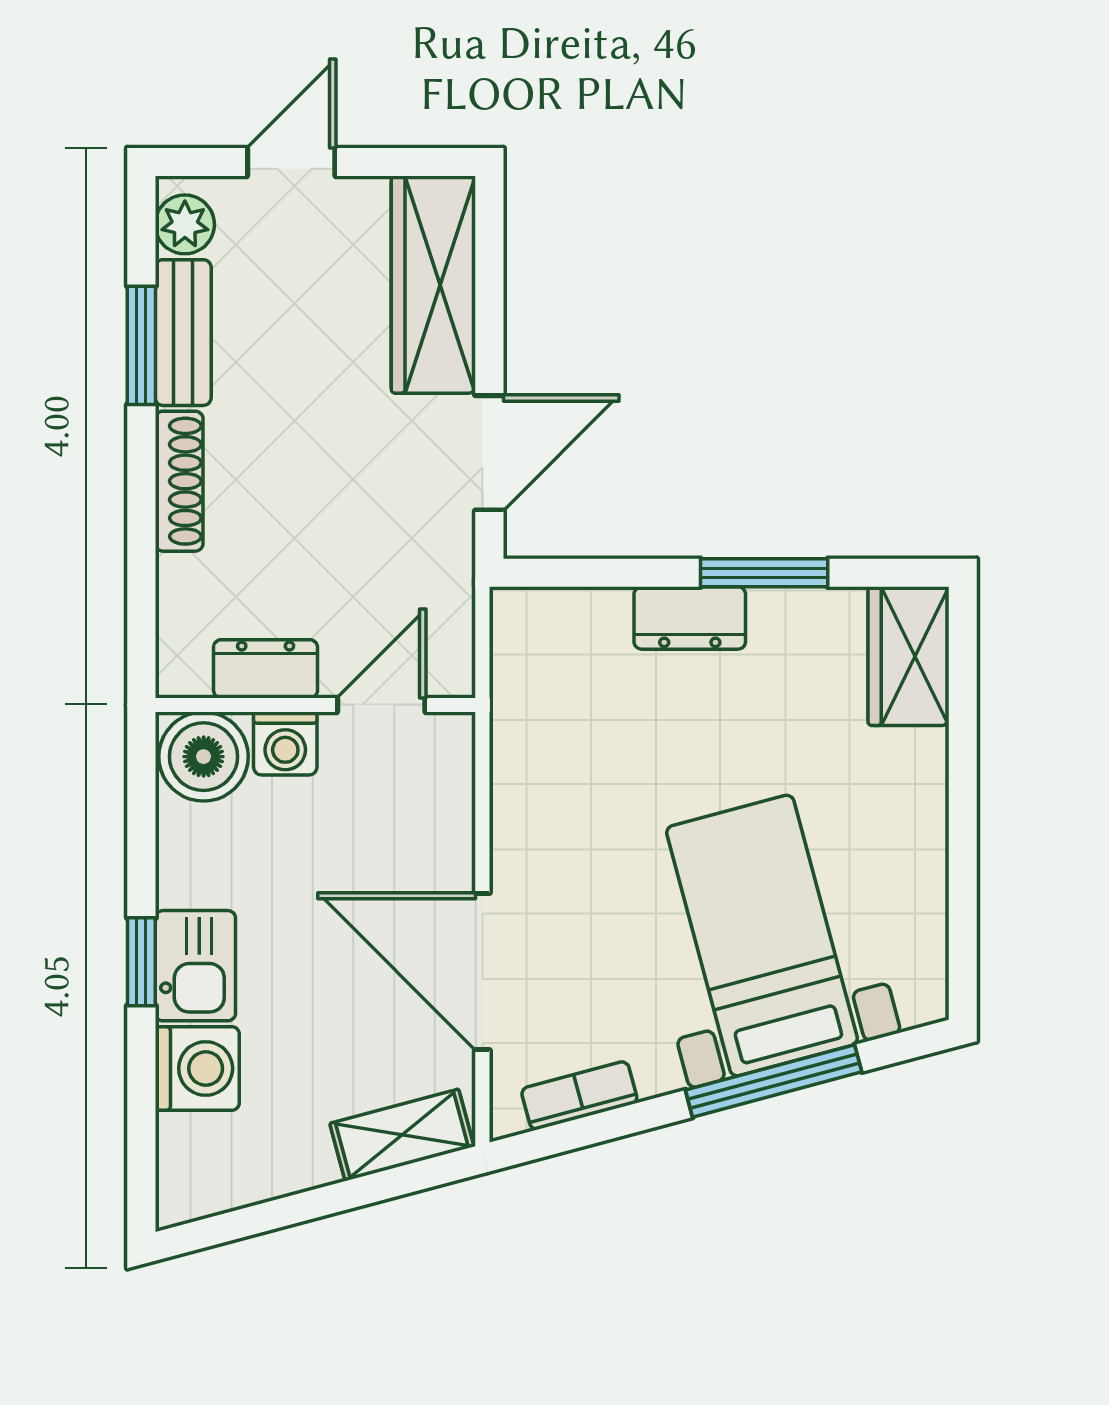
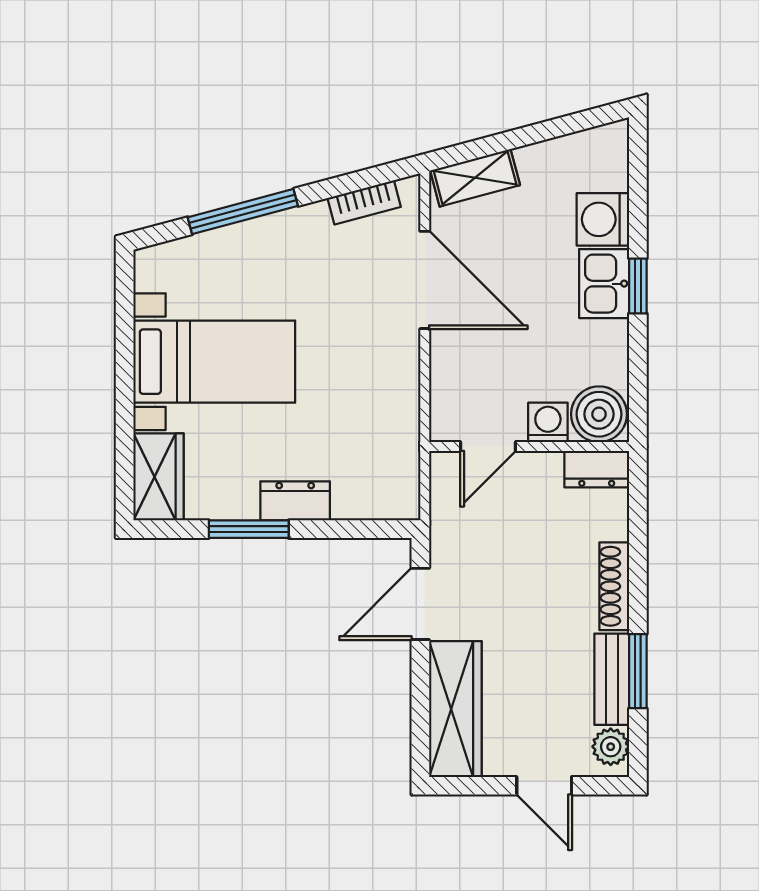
door: (291, 162) -> (544, 786), hinge flipped
dresser: (266, 669) -> (597, 469), moved
bed with nightstands: (762, 936) -> (214, 362), moved, turned -75

